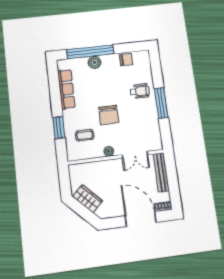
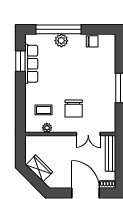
wheelchair: (140, 91) -> (101, 74), removed
chair: (109, 115) -> (74, 108), moved
window: (59, 127) -> (20, 61), moved
plant: (109, 151) -> (47, 128), moved

